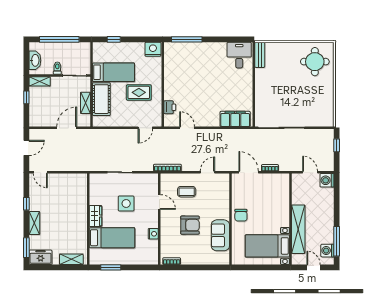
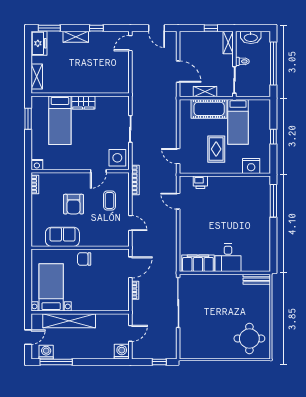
window: (114, 39) -> (273, 137), moved
nightstand: (153, 49) -> (251, 166), moved, turned 90
desk: (239, 55) -> (228, 258), moved, turned 90
filing cabinet: (235, 119) -> (198, 263), moved, turned -90
door: (187, 128) -> (178, 201), swing flipped
side table: (126, 204) -> (117, 158), moved
nightstand: (153, 234) -> (37, 165), moved

